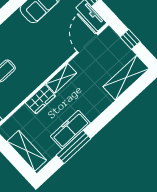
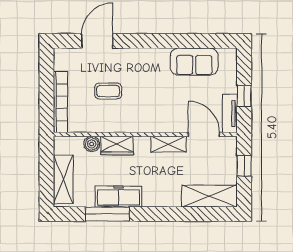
door: (87, 43) -> (204, 134), hinge flipped
shelving: (61, 78) -> (168, 144), moved
boiler: (24, 113) -> (92, 144), added

